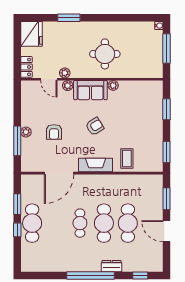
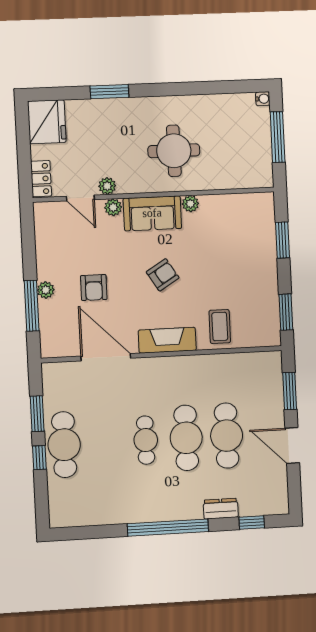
door: (59, 173) -> (106, 357), swing flipped
dresser: (112, 266) -> (221, 509), moved

